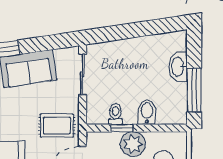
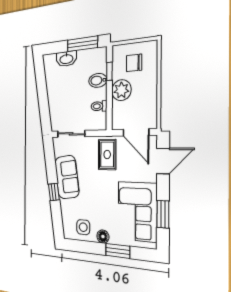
window: (122, 128) -> (109, 71), moved

